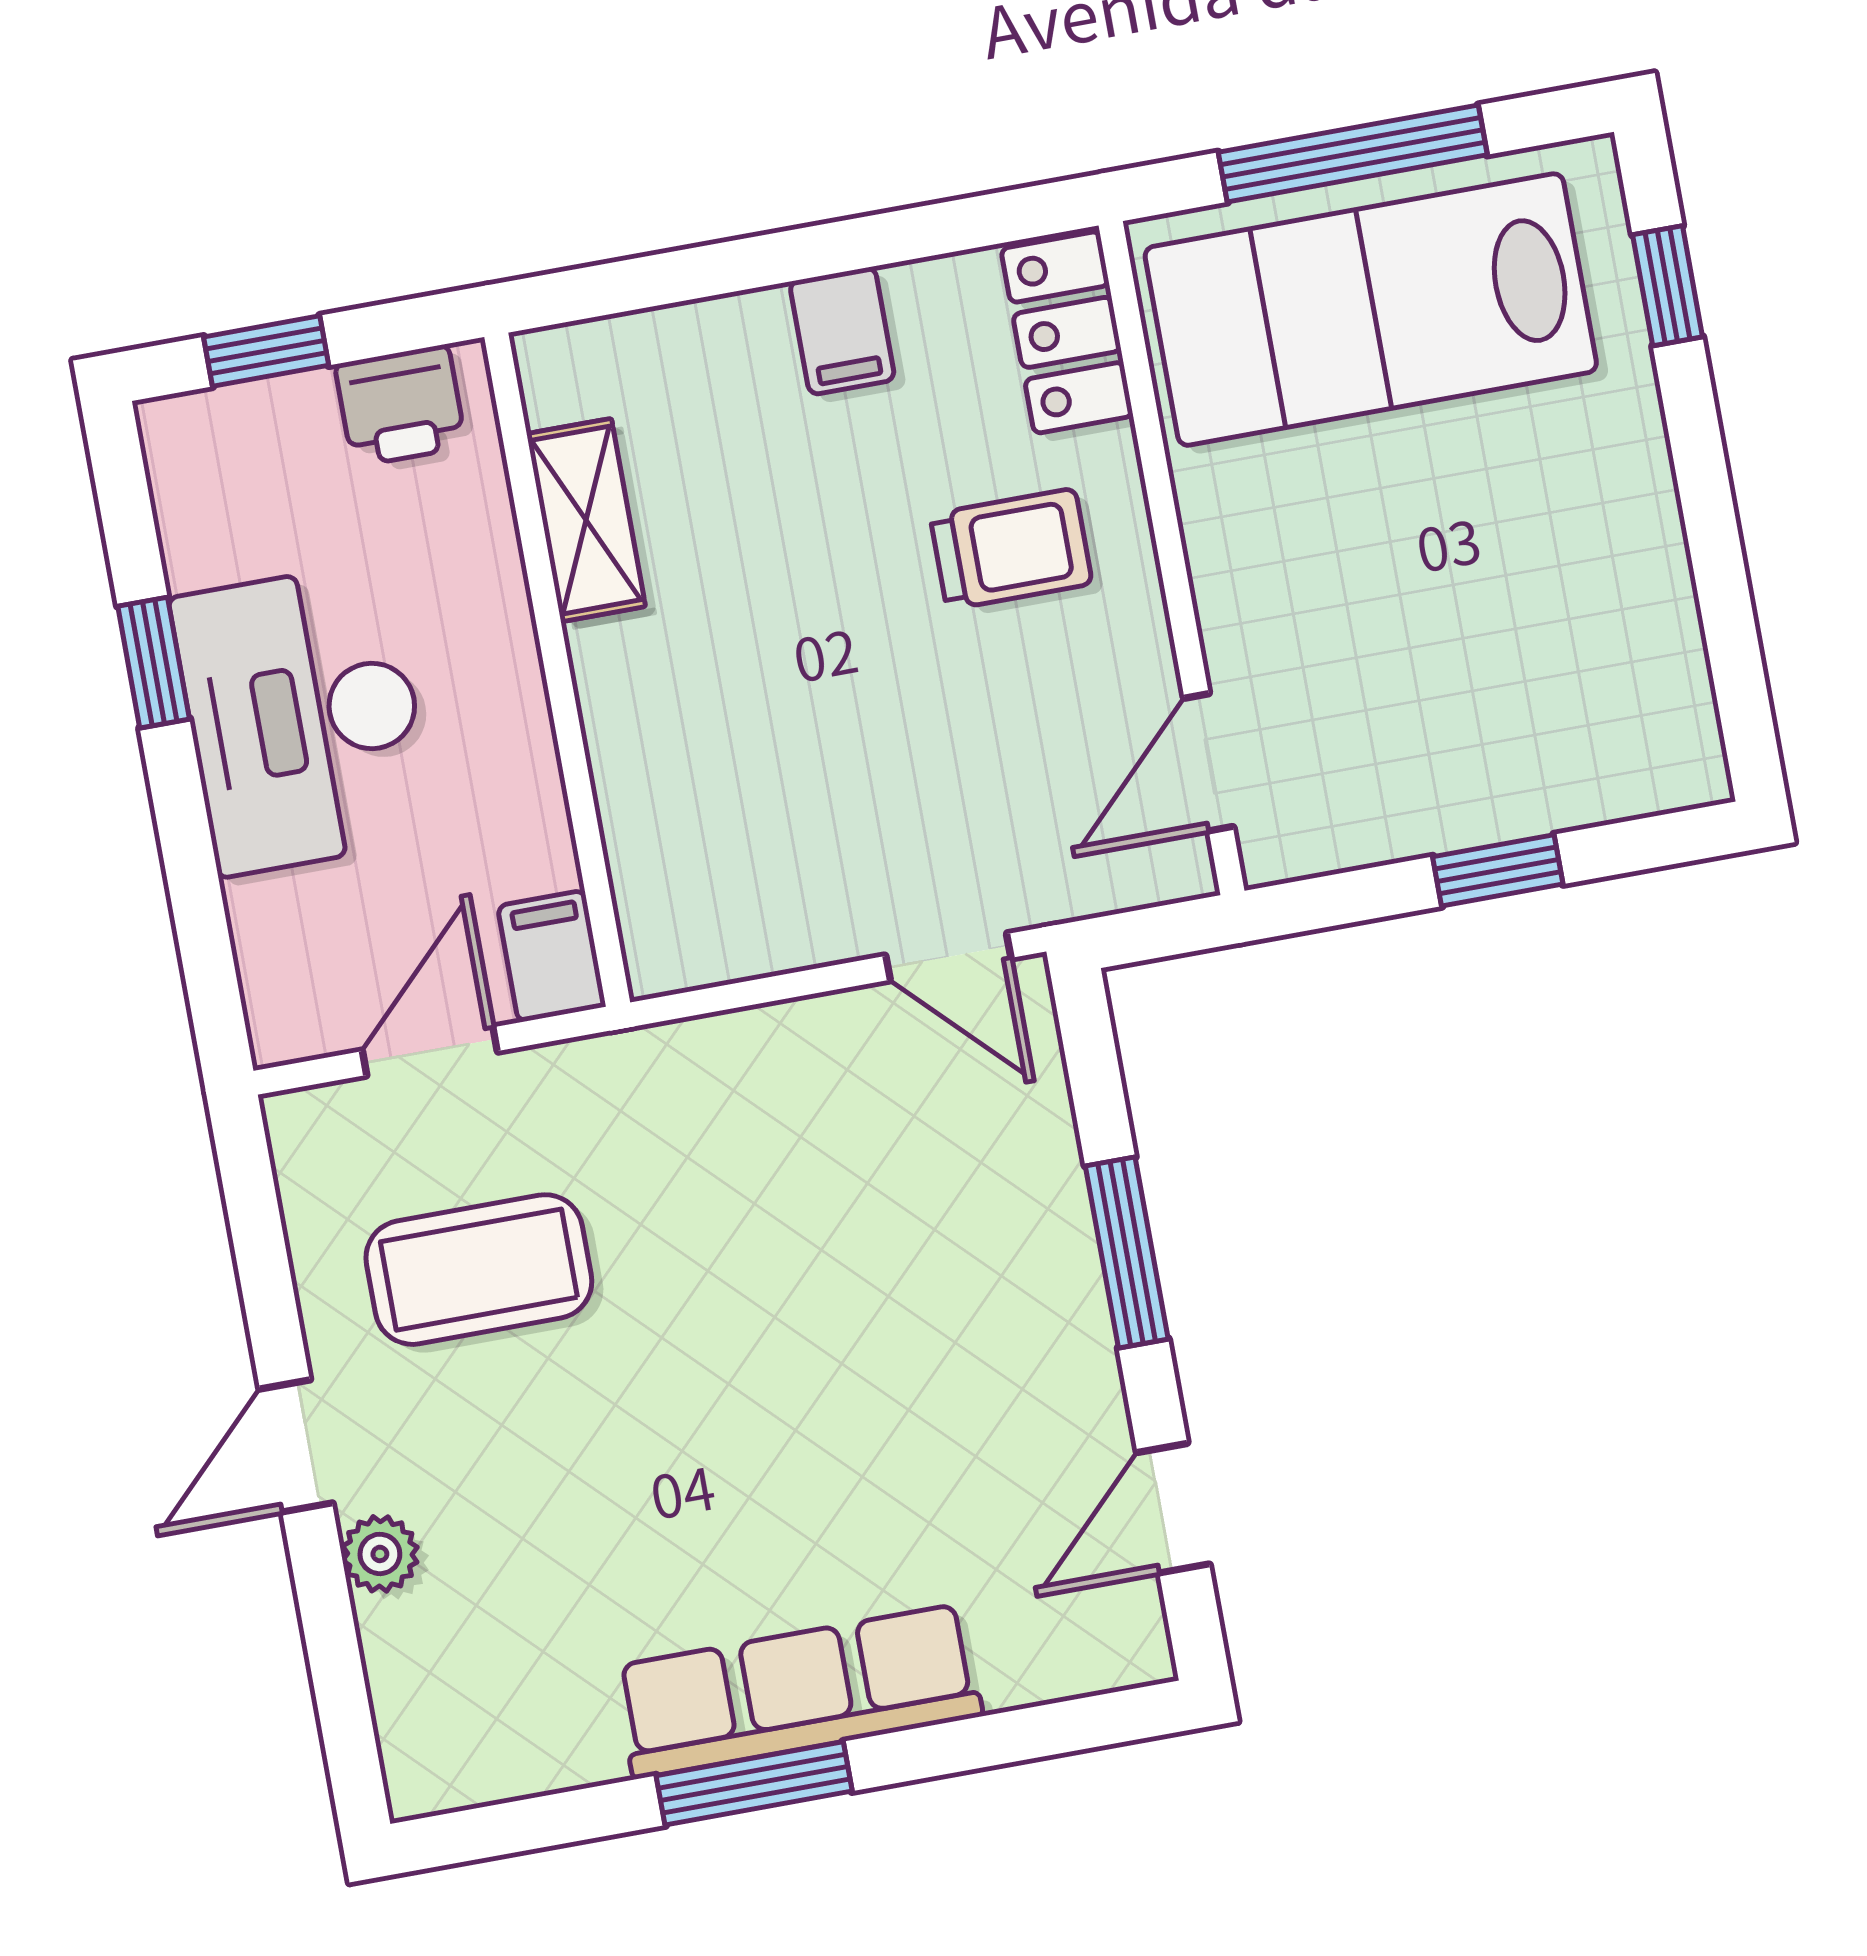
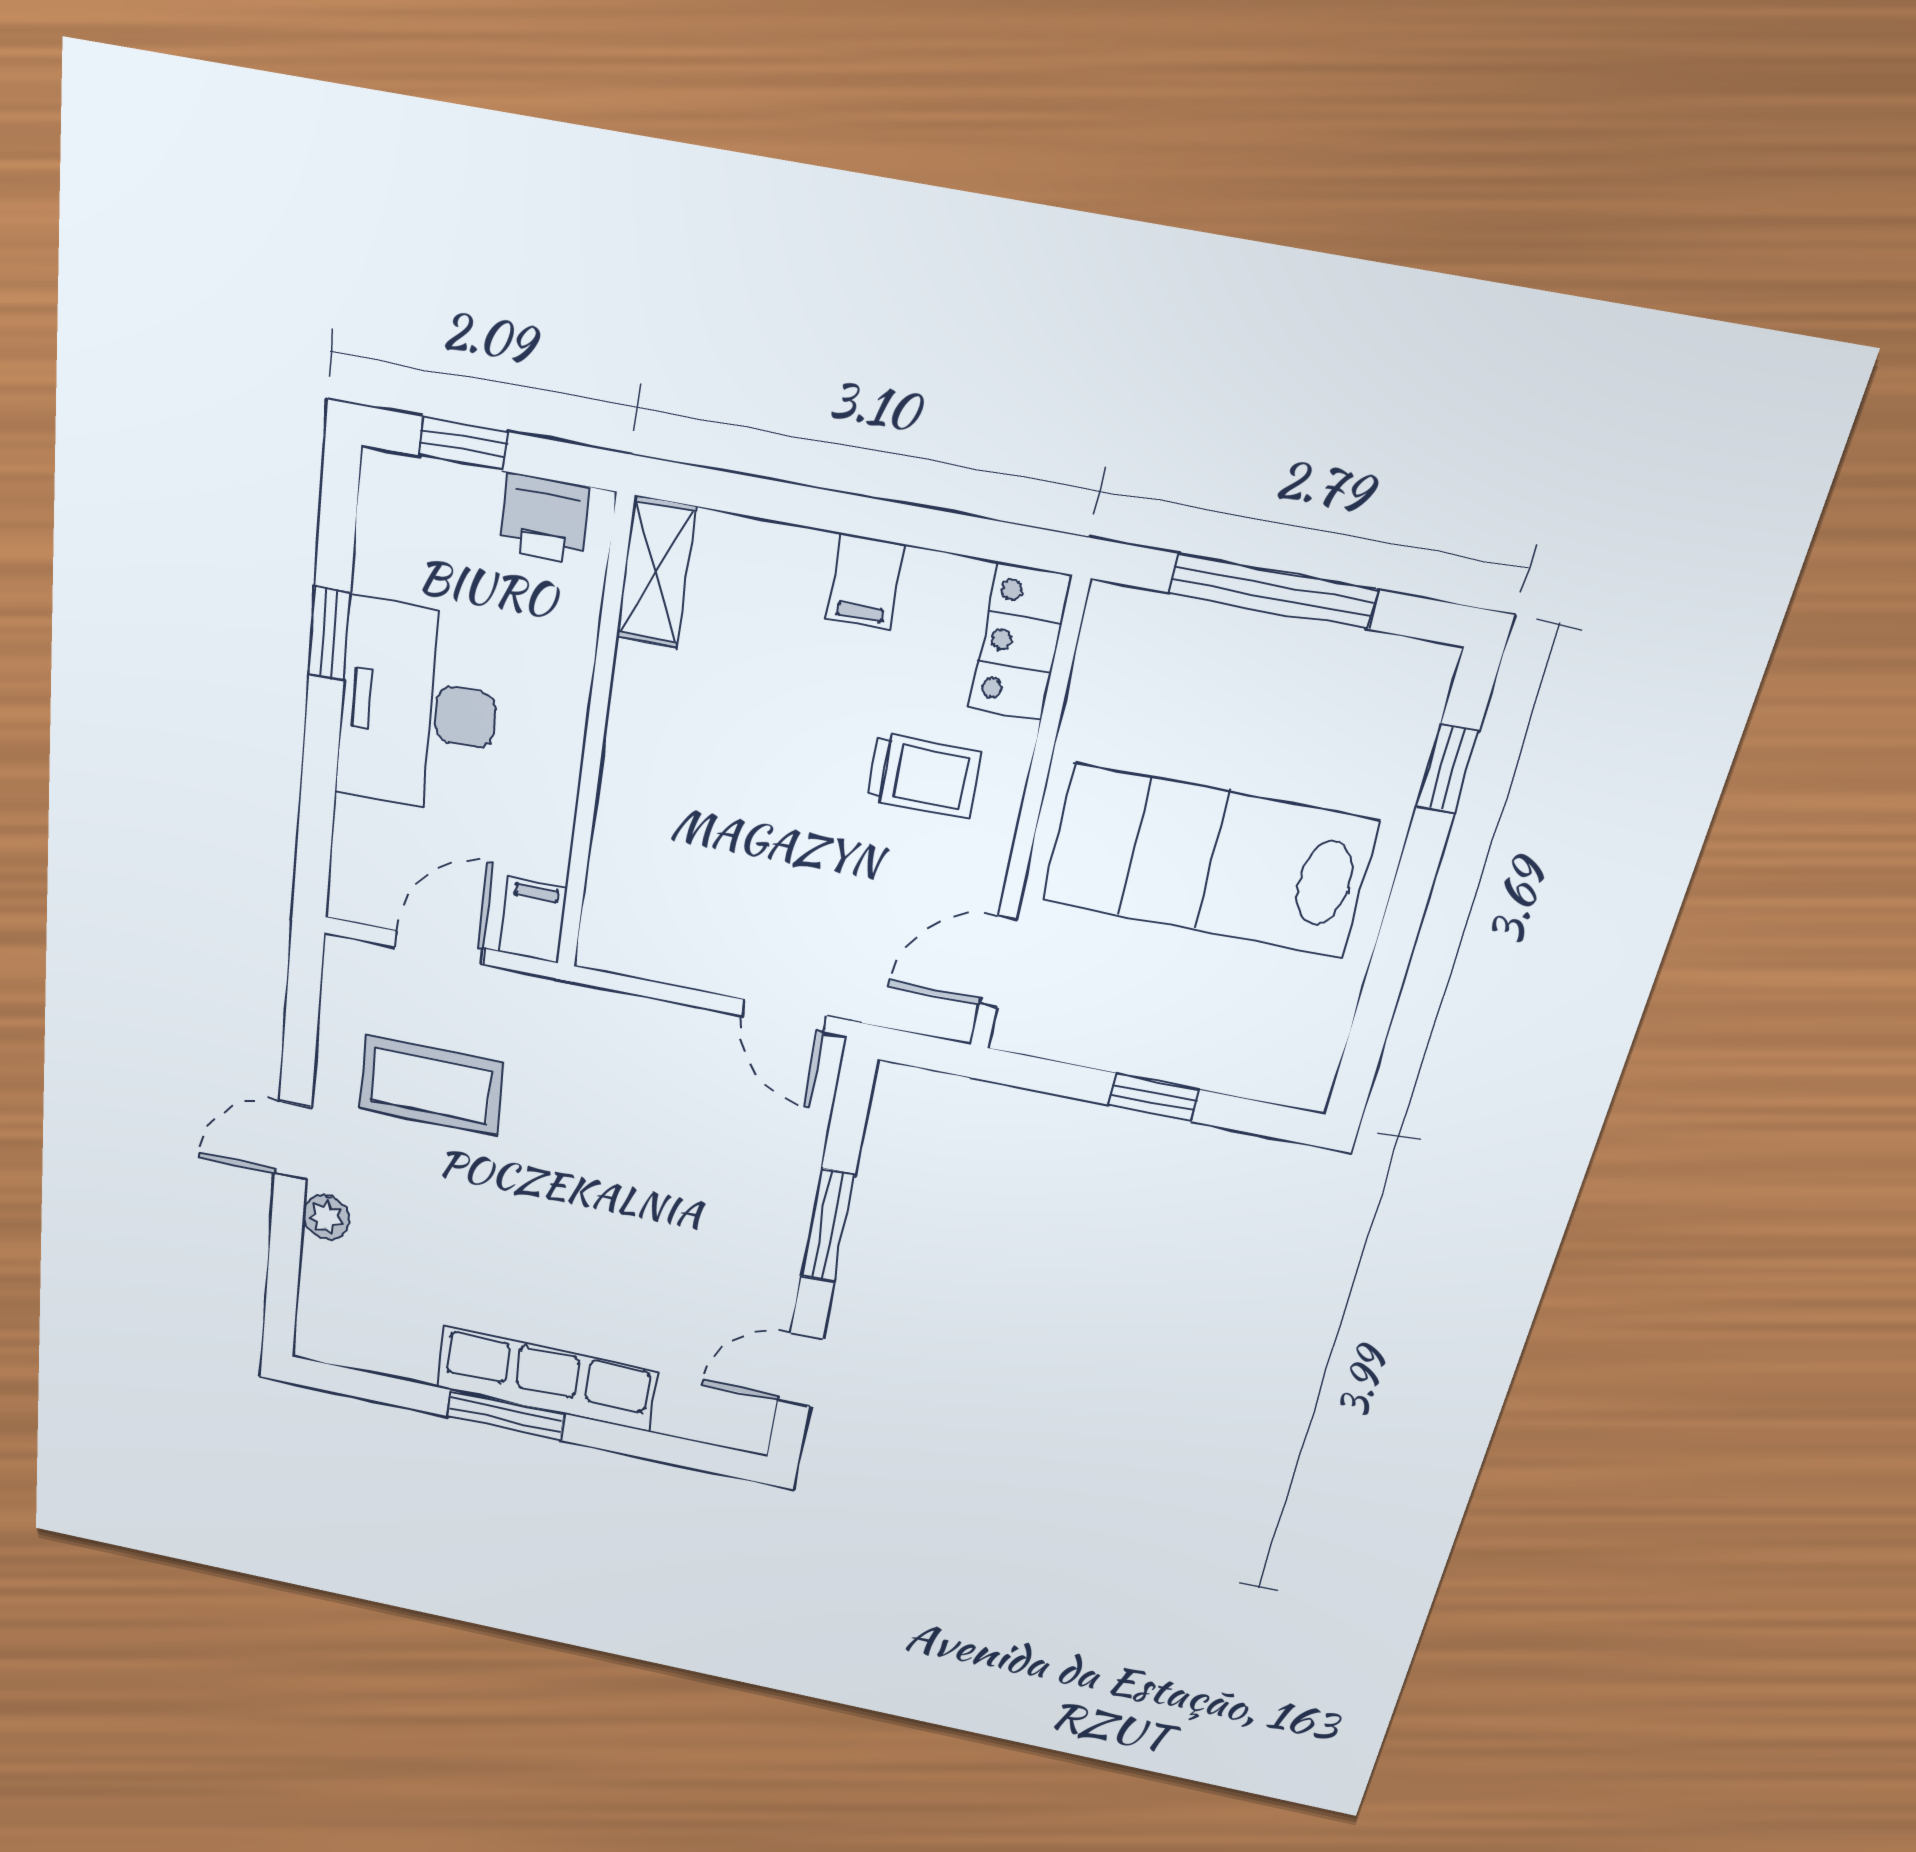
lab bench: (1371, 310) -> (1209, 861), moved
shelving: (586, 520) -> (656, 572), moved

